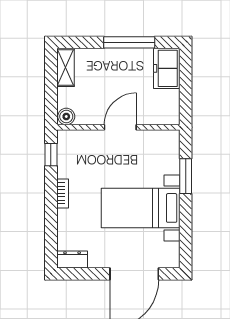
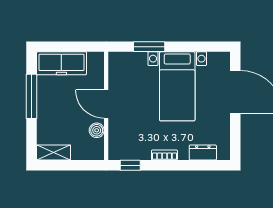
freezer: (167, 68) -> (61, 63), width x1.40
boiler: (66, 116) -> (97, 130), moved
dresser: (72, 259) -> (203, 153), moved, turned 90

